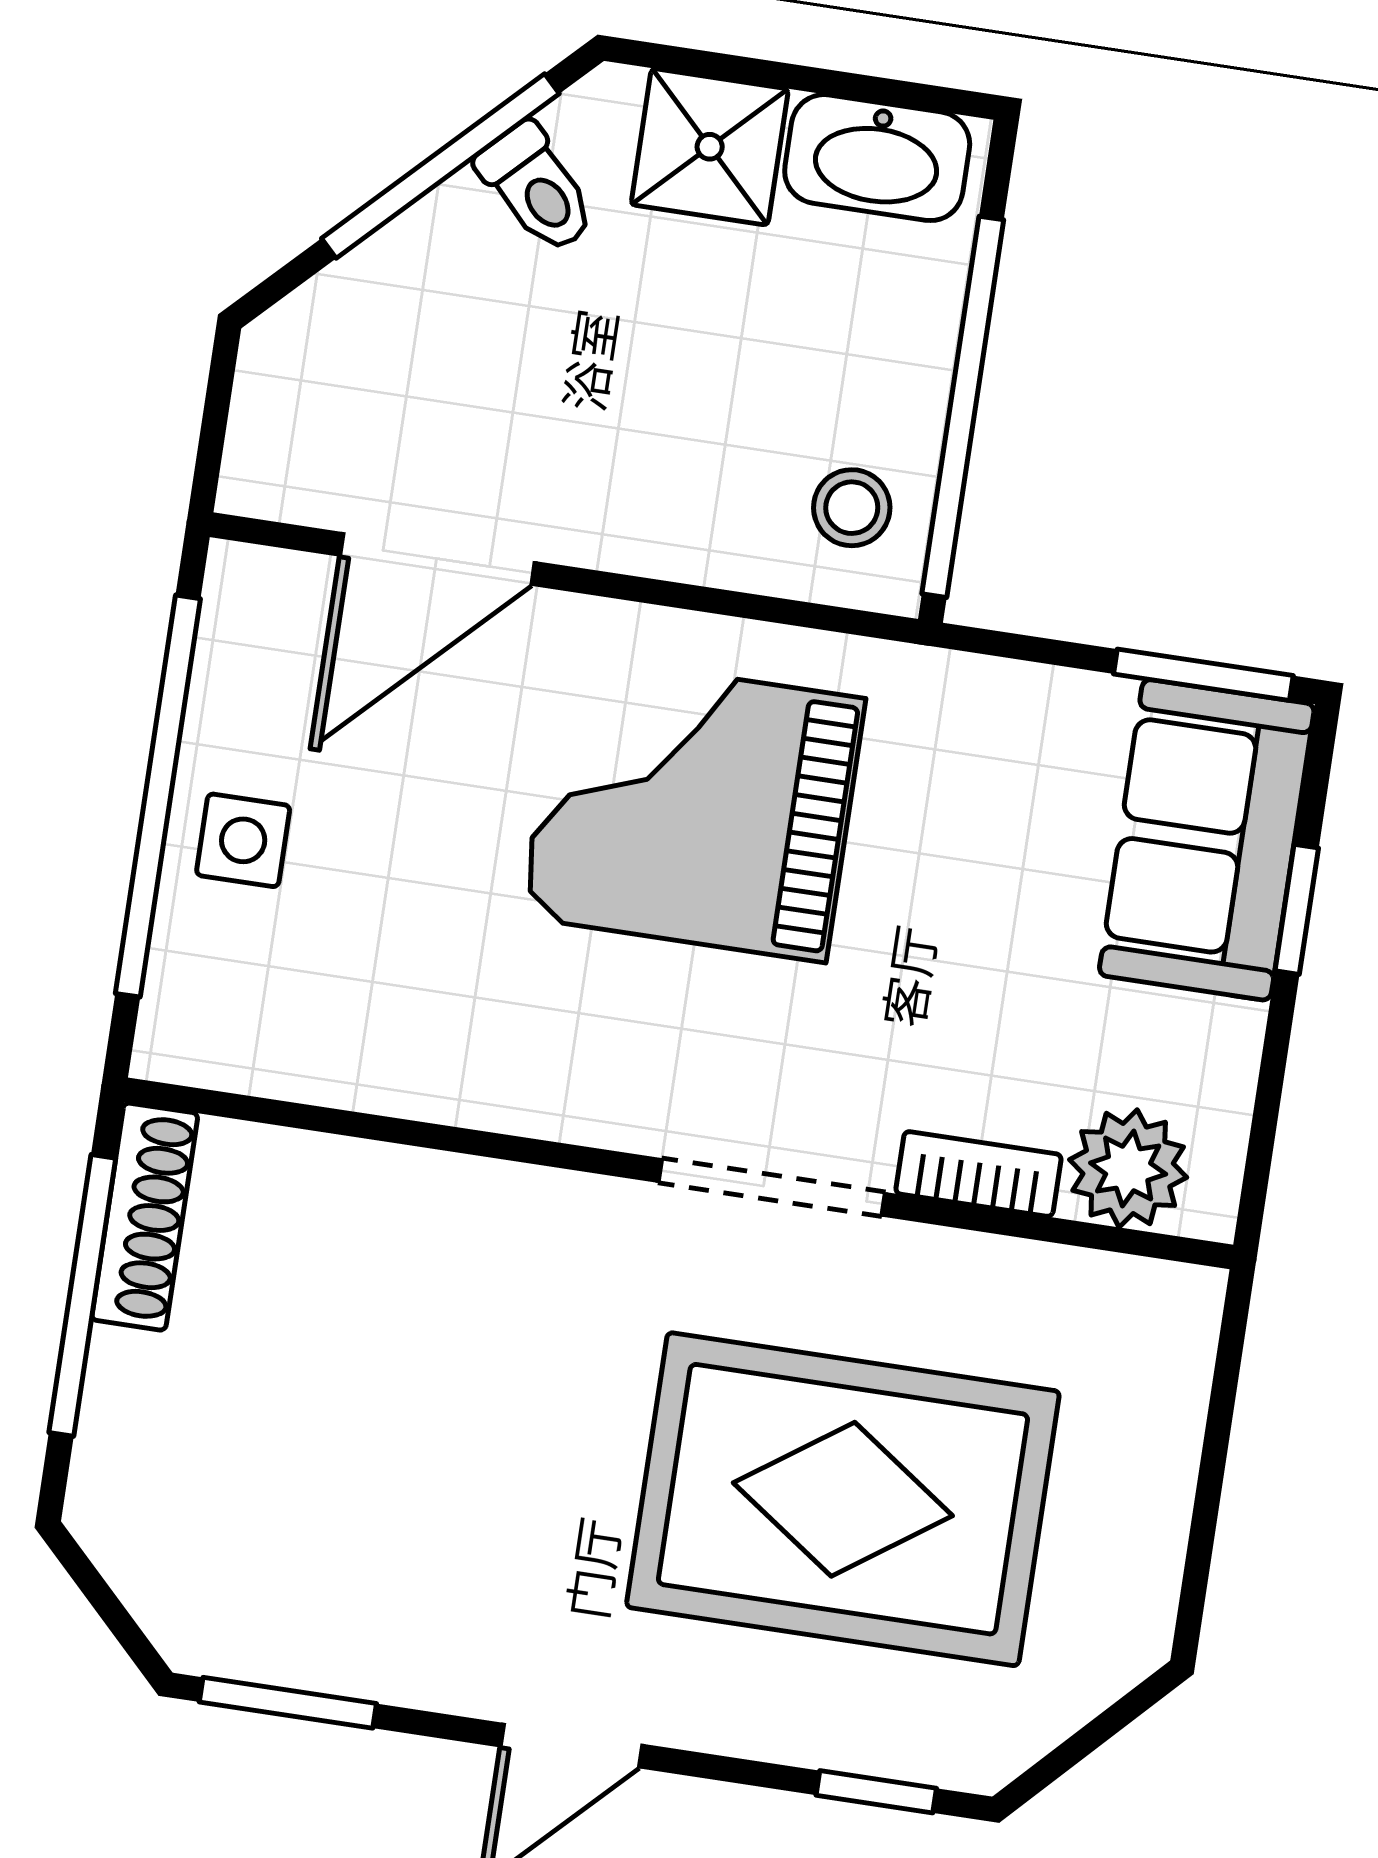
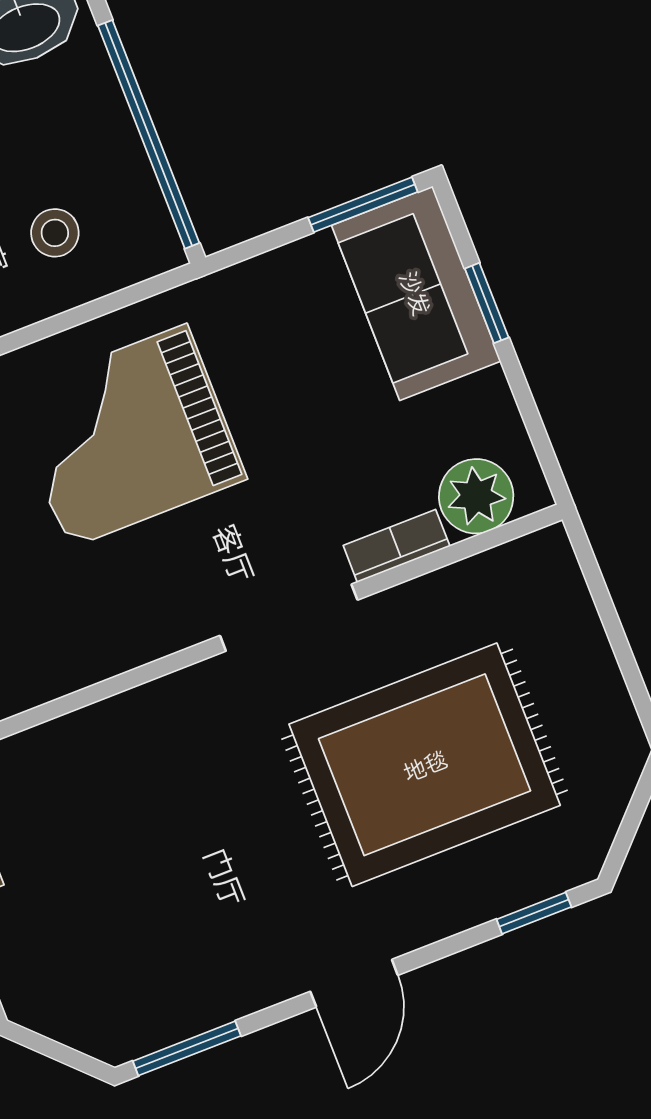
stool: (852, 508) -> (55, 233), moved

